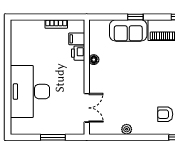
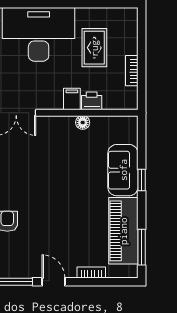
filing cabinet: (77, 39) -> (72, 99), moved
rug: (40, 51) -> (94, 48), added

